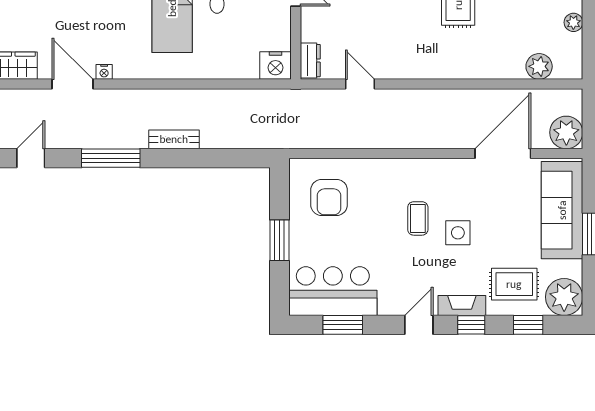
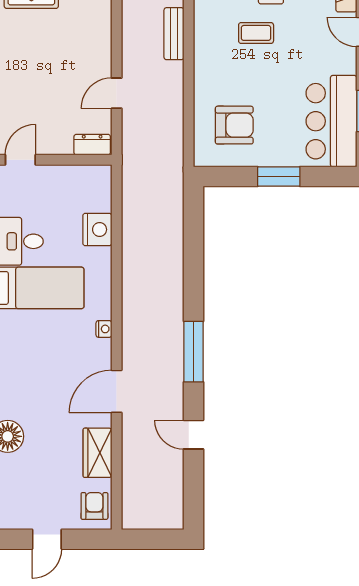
nightstand: (275, 65) -> (97, 230), moved
nightstand: (104, 72) -> (104, 329), moved
bench: (174, 139) -> (174, 34), moved

